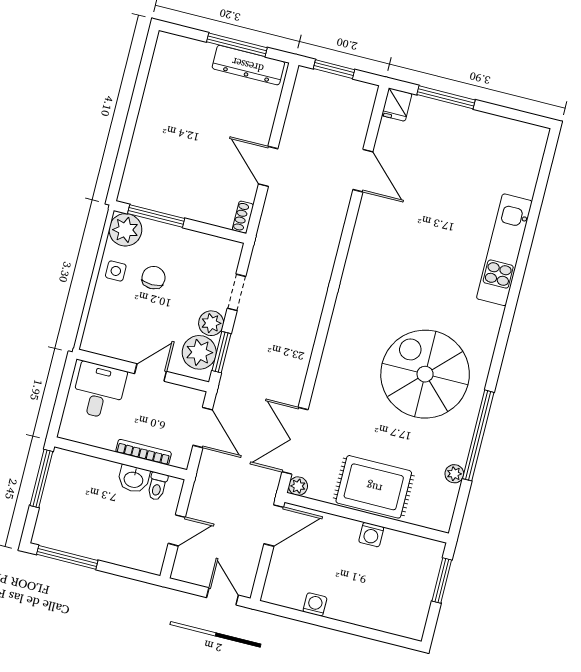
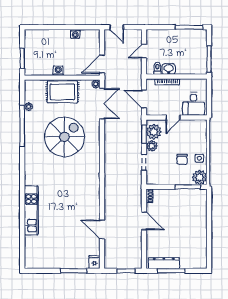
spiral stairs: (425, 374) -> (64, 137), moved, turned -90

